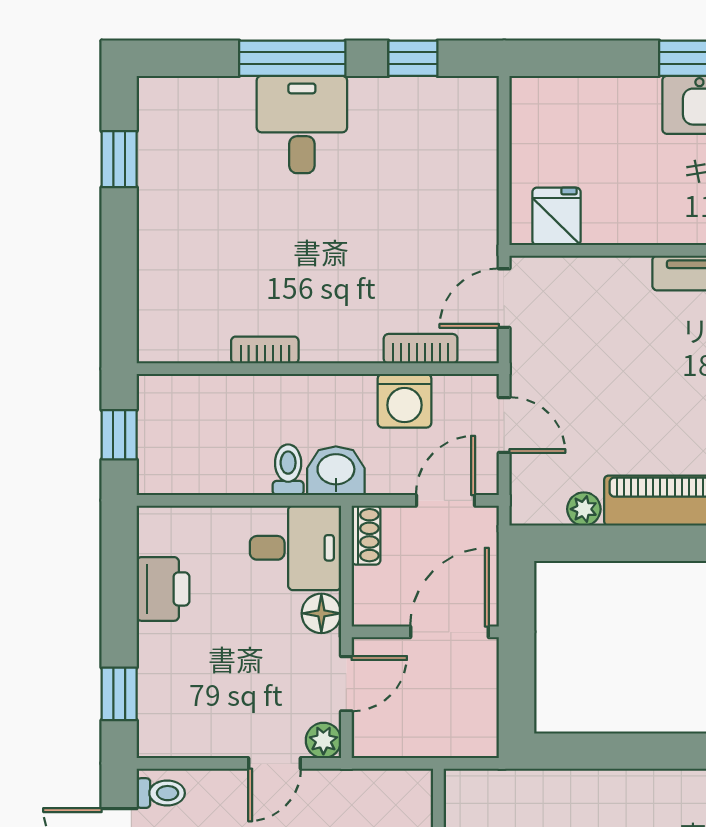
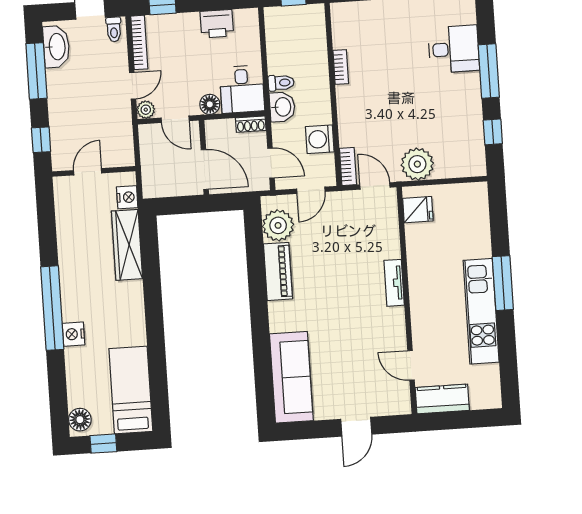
desk: (302, 124) -> (454, 49), moved
plant: (467, 211) -> (417, 164), added
bookcase: (421, 349) -> (348, 166), moved
plant: (584, 509) -> (278, 225), width x1.88, depth x1.88
bookcase: (190, 744) -> (139, 42), added
door: (275, 763) -> (133, 86), swing flipped
nightstand: (494, 789) -> (127, 197), added
wardrobe: (588, 795) -> (127, 245), added

